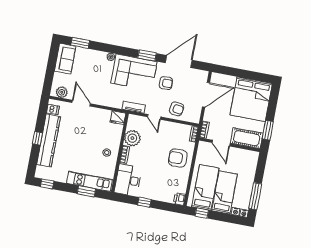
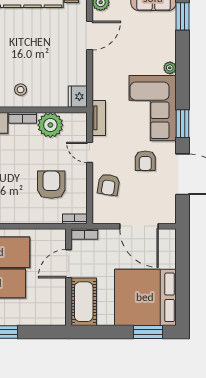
door: (154, 117) -> (90, 152), hinge flipped
window: (268, 130) -> (148, 332), moved
armchair: (178, 158) -> (51, 185), moved

